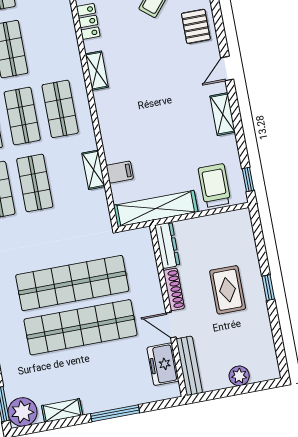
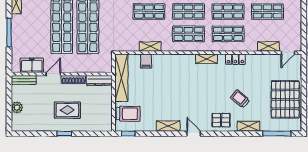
shop shelf: (48, 42) -> (228, 34), added
bench: (189, 366) -> (24, 80), width x0.73

